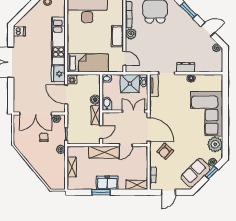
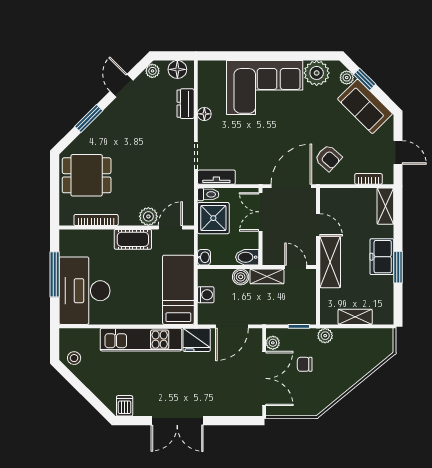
plant: (131, 34) -> (148, 216), moved
floor lamp: (217, 62) -> (177, 69), added
dresser: (186, 67) -> (186, 104), moved
washing machine: (72, 79) -> (206, 295), moved

